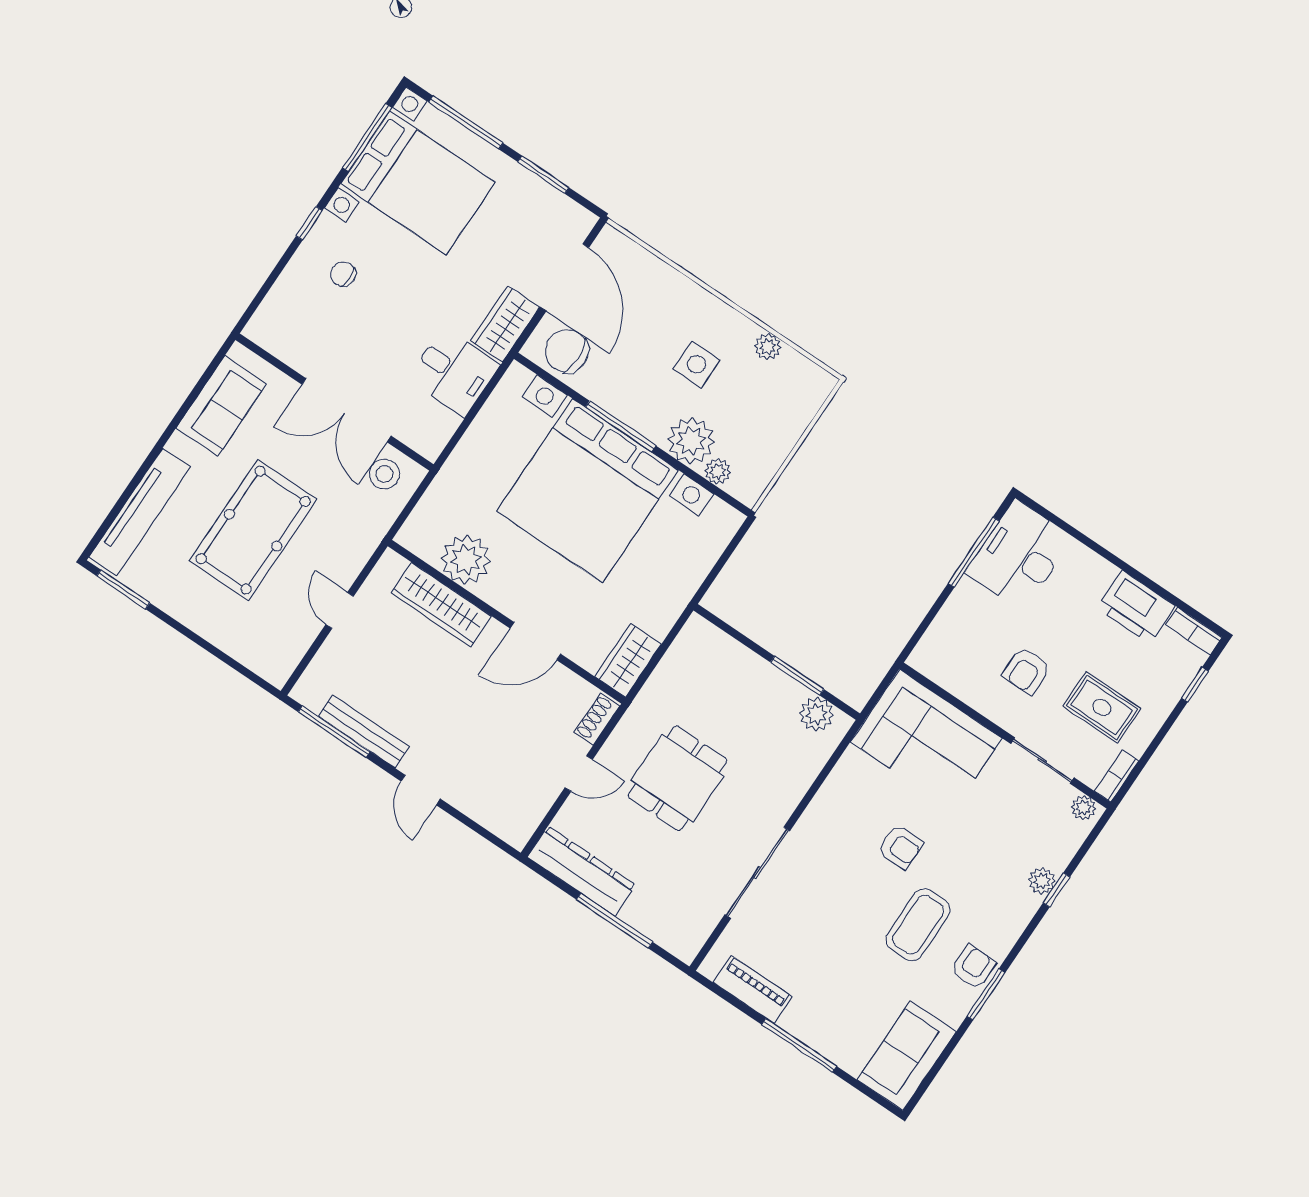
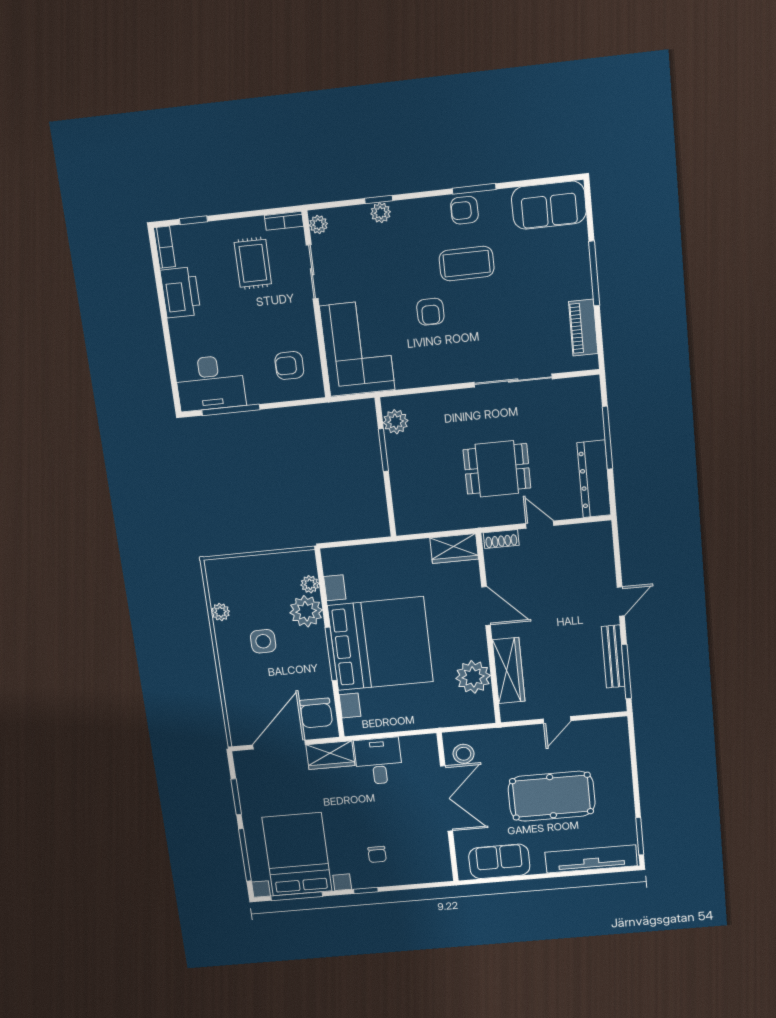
armchair: (1026, 671) -> (289, 366), moved, turned 180
armchair: (900, 847) -> (430, 312), turned 180

